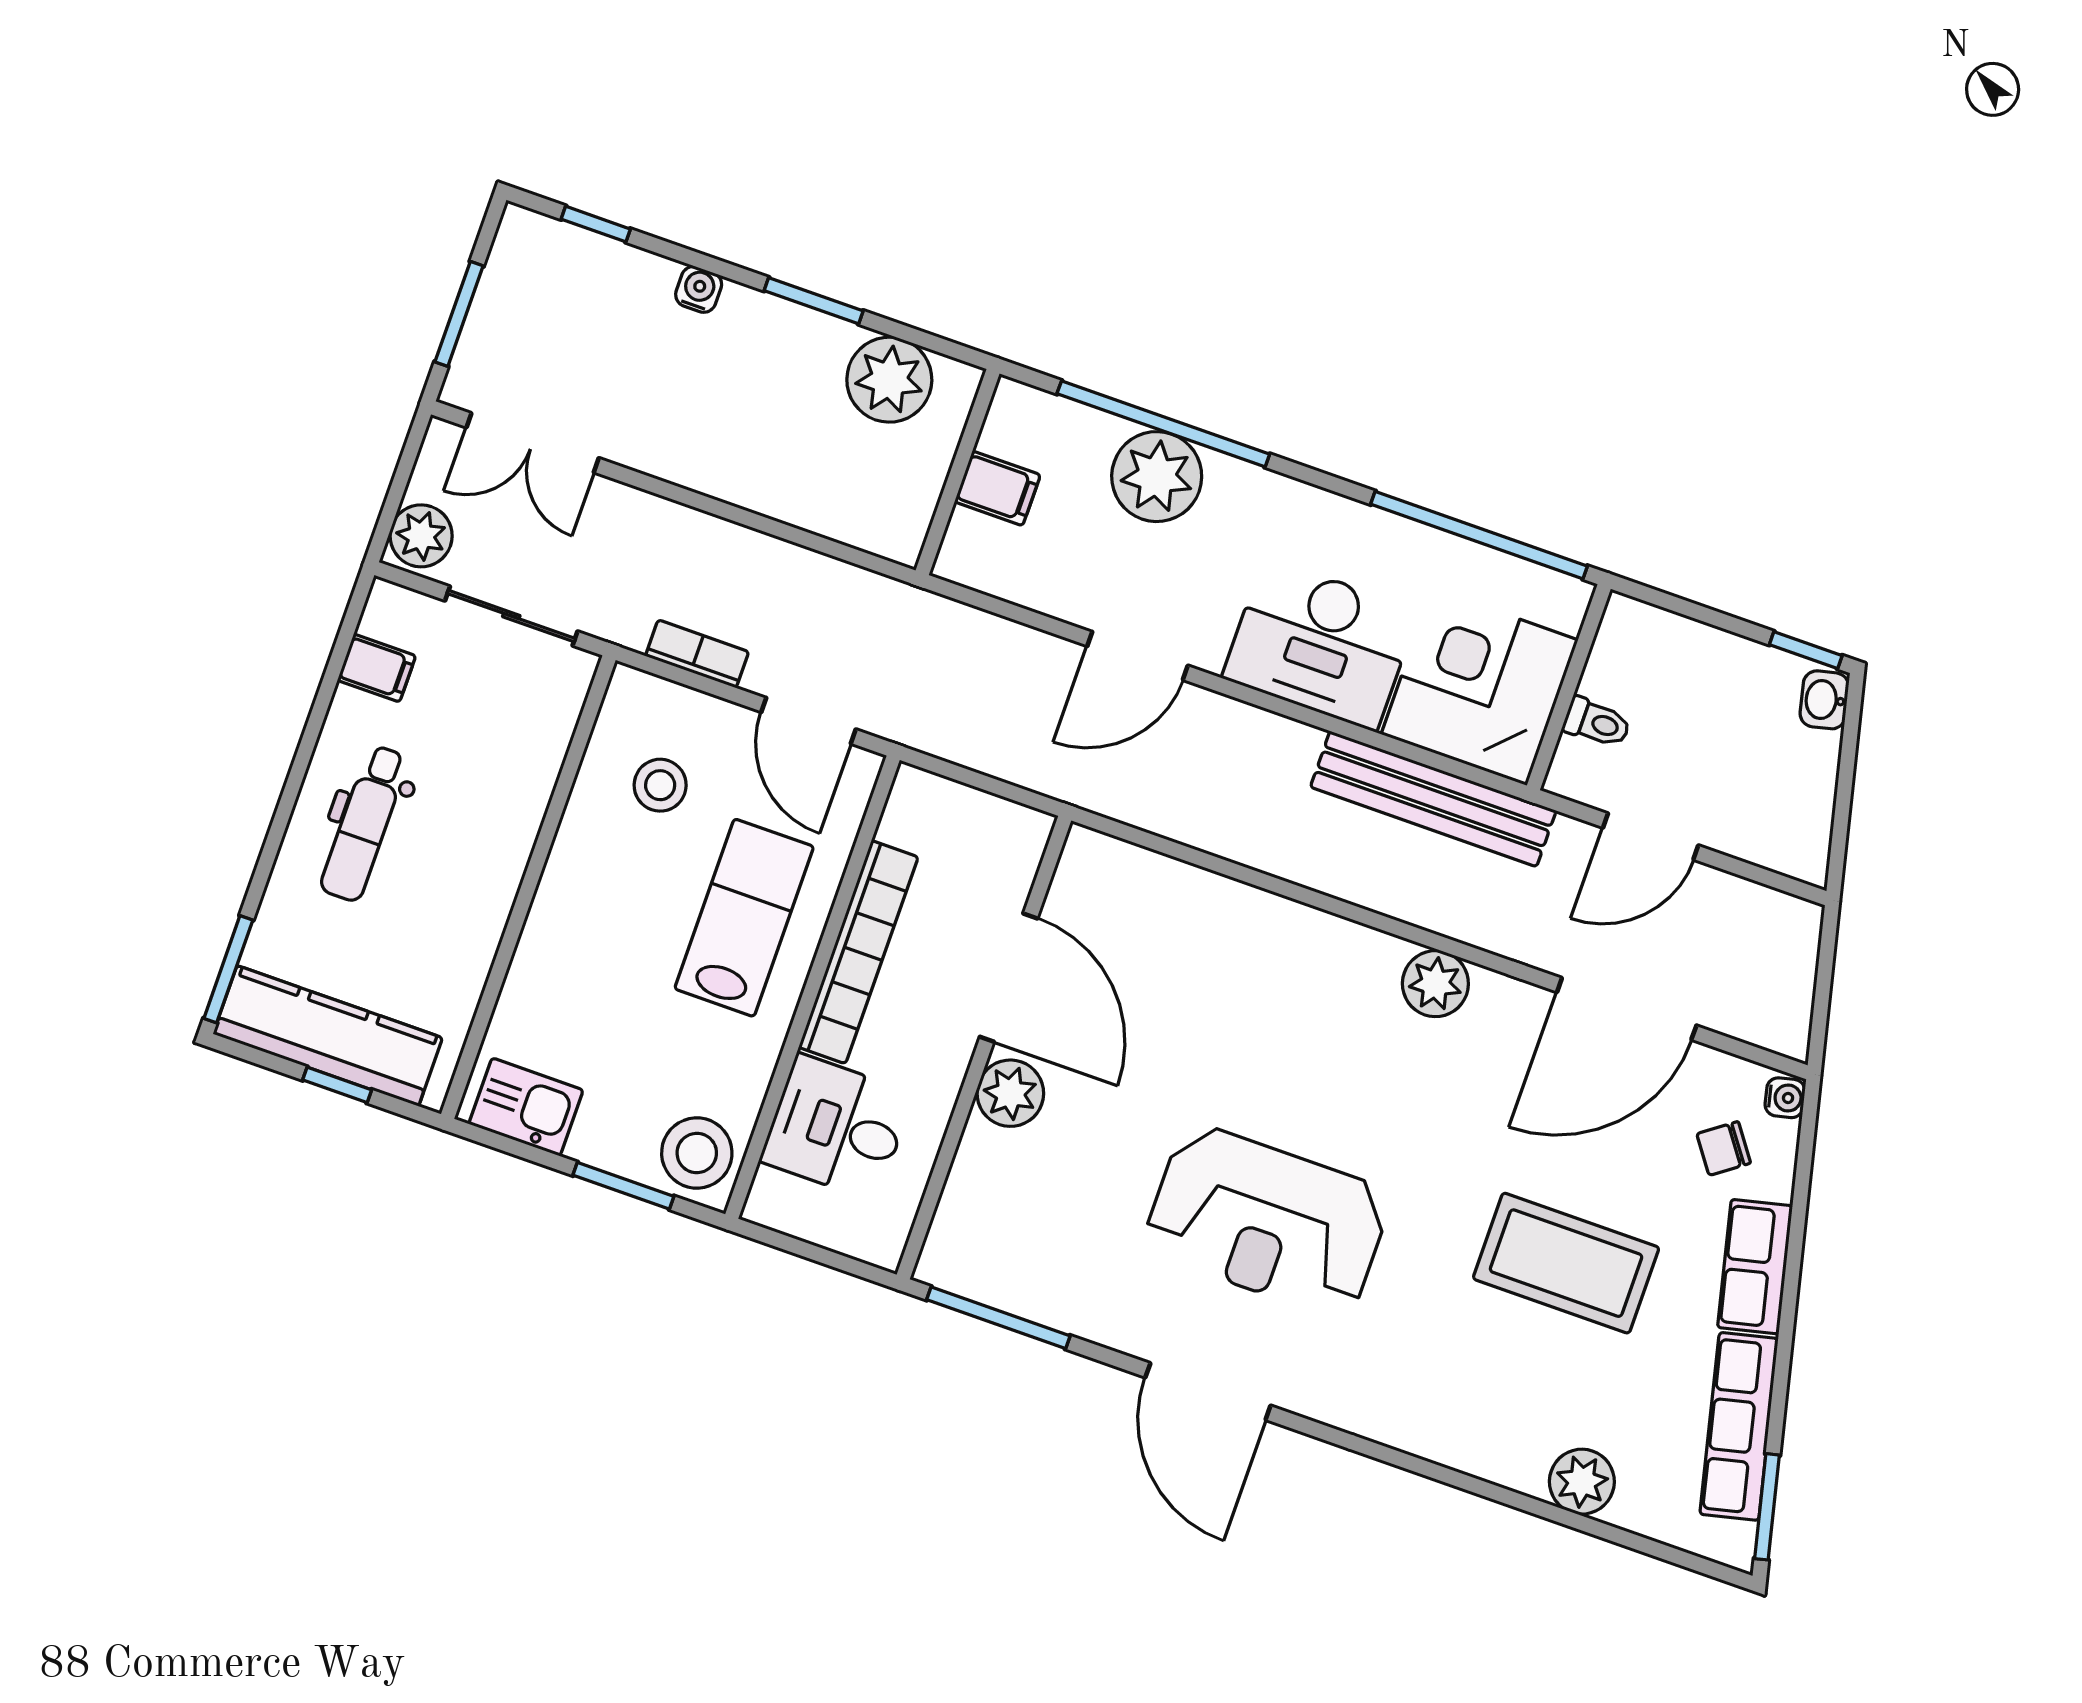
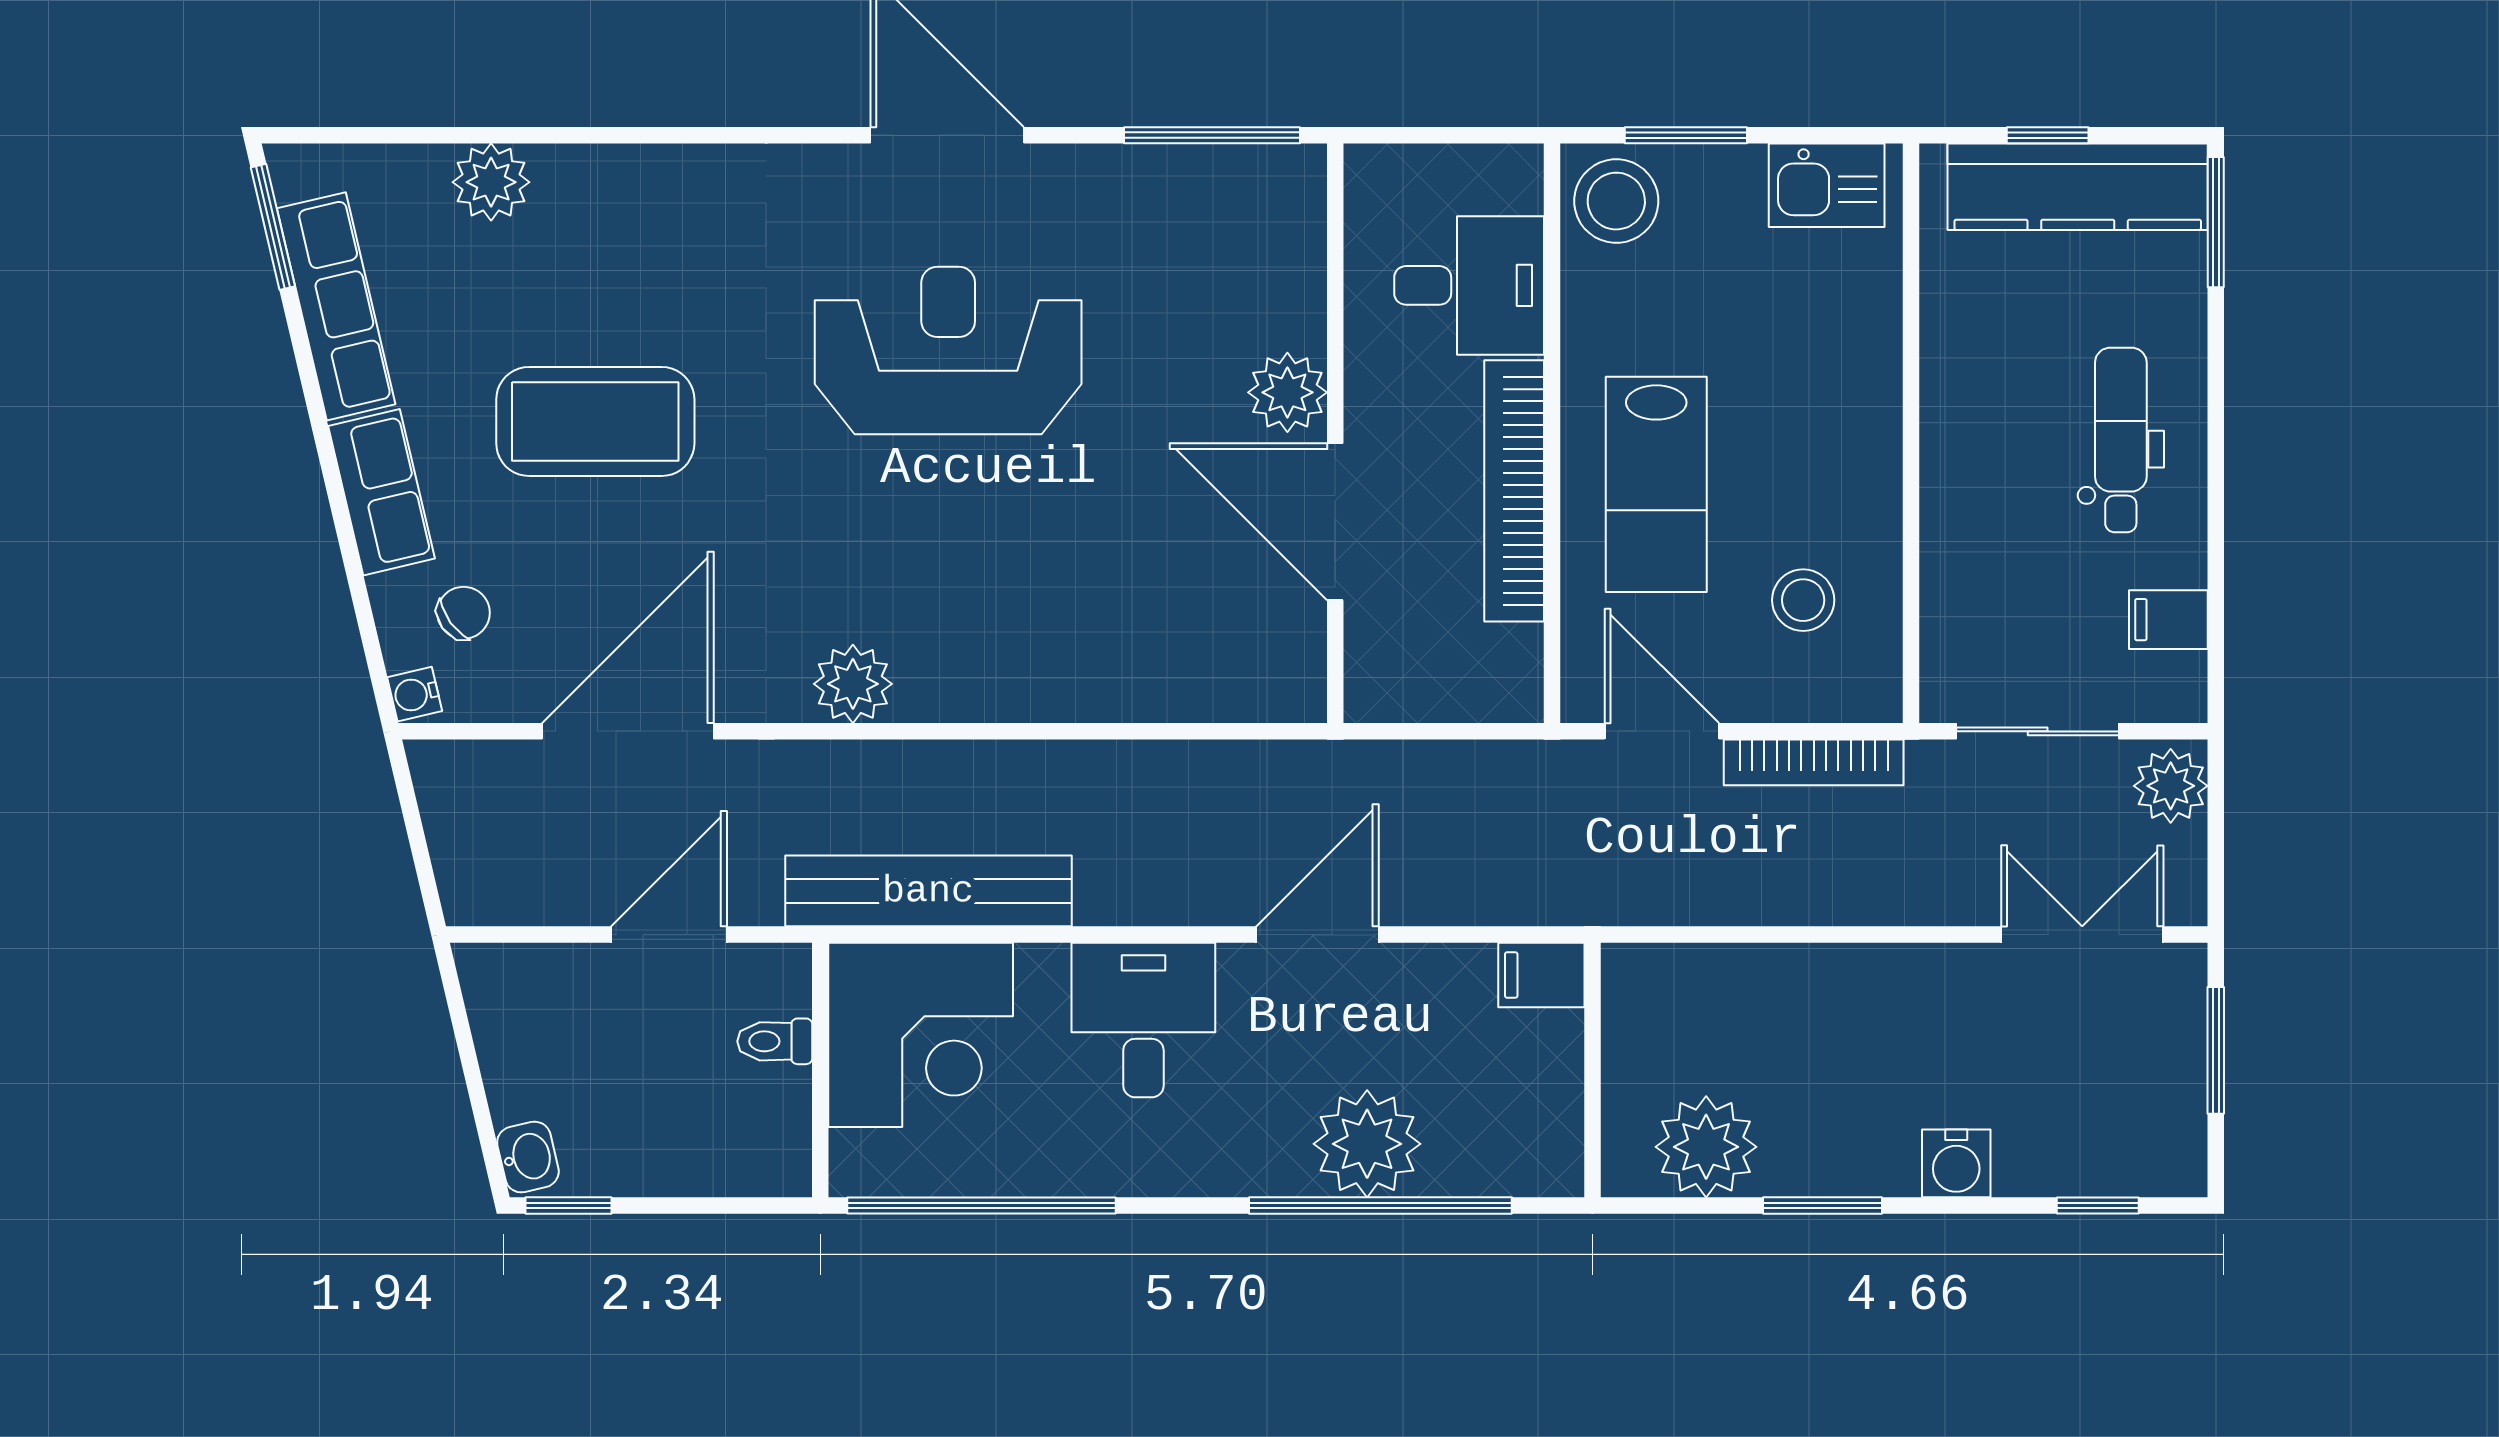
water cooler: (699, 289) -> (1956, 1163), width x1.38, depth x1.38
filing cabinet: (997, 488) -> (1541, 975), moved
desk: (1320, 644) -> (1143, 1020), width x0.73
bookcase: (697, 654) -> (1814, 762), width x1.56

